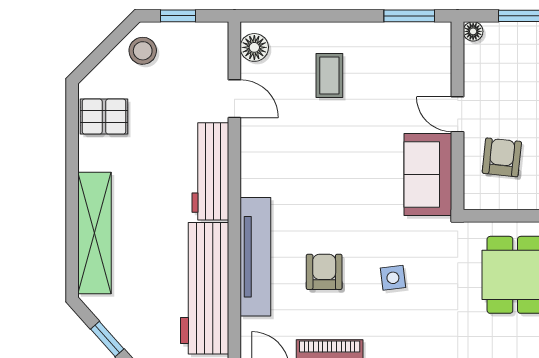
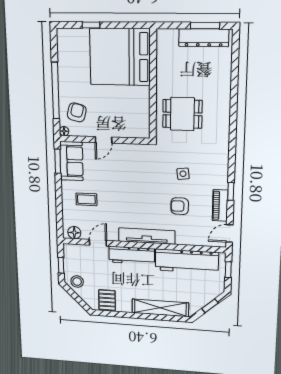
armchair: (502, 157) -> (77, 112), moved, turned 98
sofa: (428, 175) -> (71, 161), moved, turned -90
tv unit: (255, 257) -> (147, 236), moved

